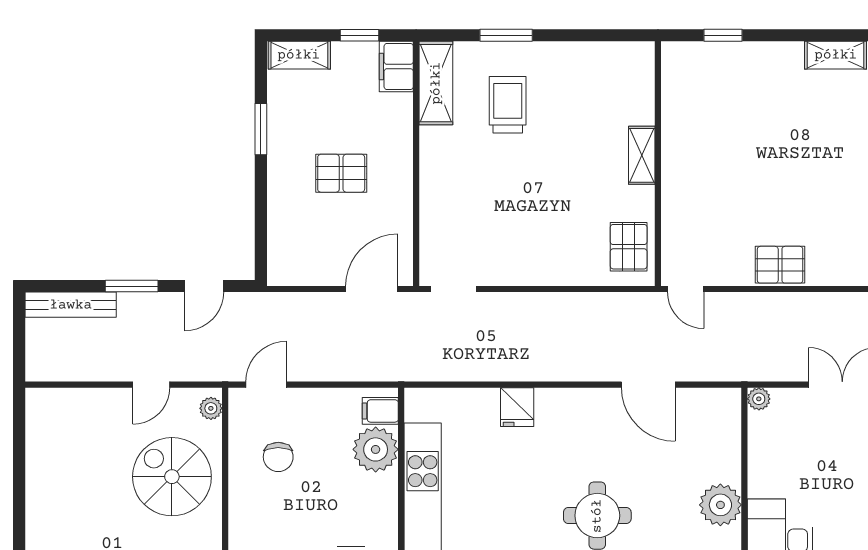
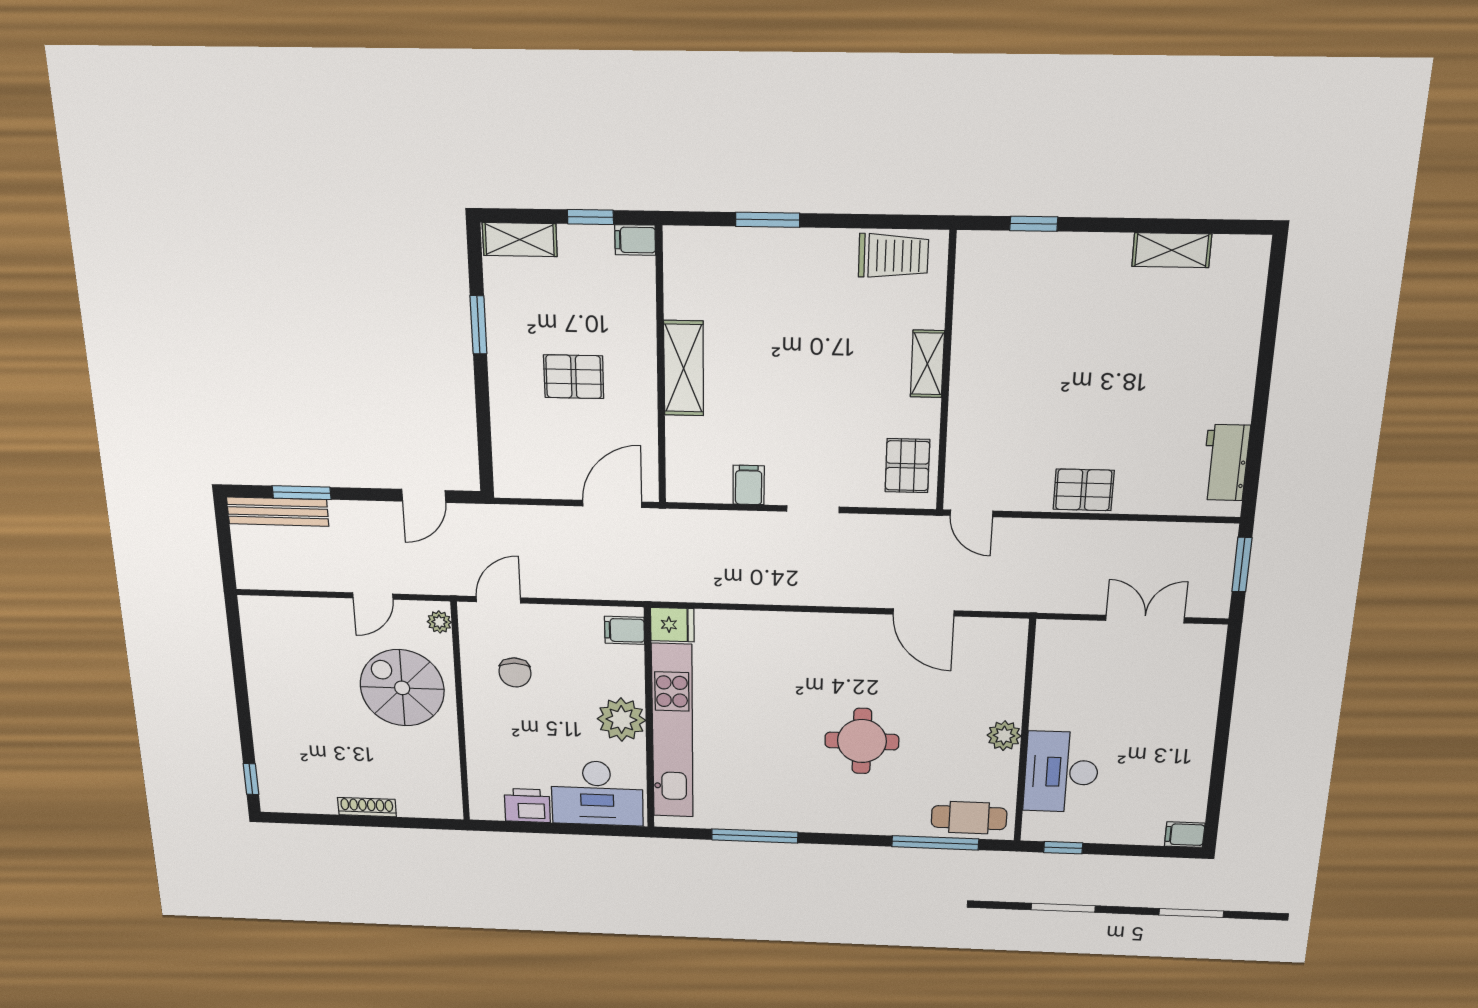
filing cabinet: (396, 67) -> (635, 240), width x0.50
shelving: (436, 83) -> (684, 368), moved
trolley: (508, 105) -> (893, 256), moved, turned 90
filing cabinet: (492, 268) -> (749, 485), added
window: (132, 286) -> (302, 493), moved
doorway: (454, 289) -> (813, 509), moved
plant: (759, 399) -> (1048, 631), removed
fridge: (517, 407) -> (672, 625), moved, turned -90
plant: (376, 449) -> (621, 720), moved
plant: (720, 505) -> (1004, 736), width x0.73, depth x0.73

